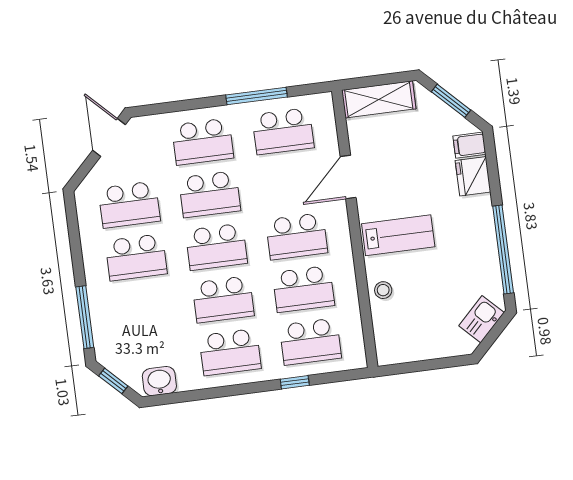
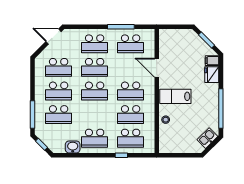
shelving: (379, 99) -> (175, 35), removed
door: (109, 137) -> (53, 37), hinge flipped
door: (348, 177) -> (157, 68), hinge flipped
lab bench: (398, 235) -> (175, 96), turned 180
school desk: (223, 299) -> (59, 115), moved
washbasin: (159, 381) -> (73, 147), moved

